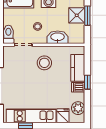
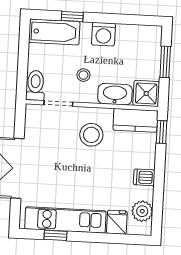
shower: (77, 15) -> (146, 93), moved
kitchen counter: (78, 68) -> (135, 120), moved, turned -90
window: (87, 82) -> (162, 132), moved

